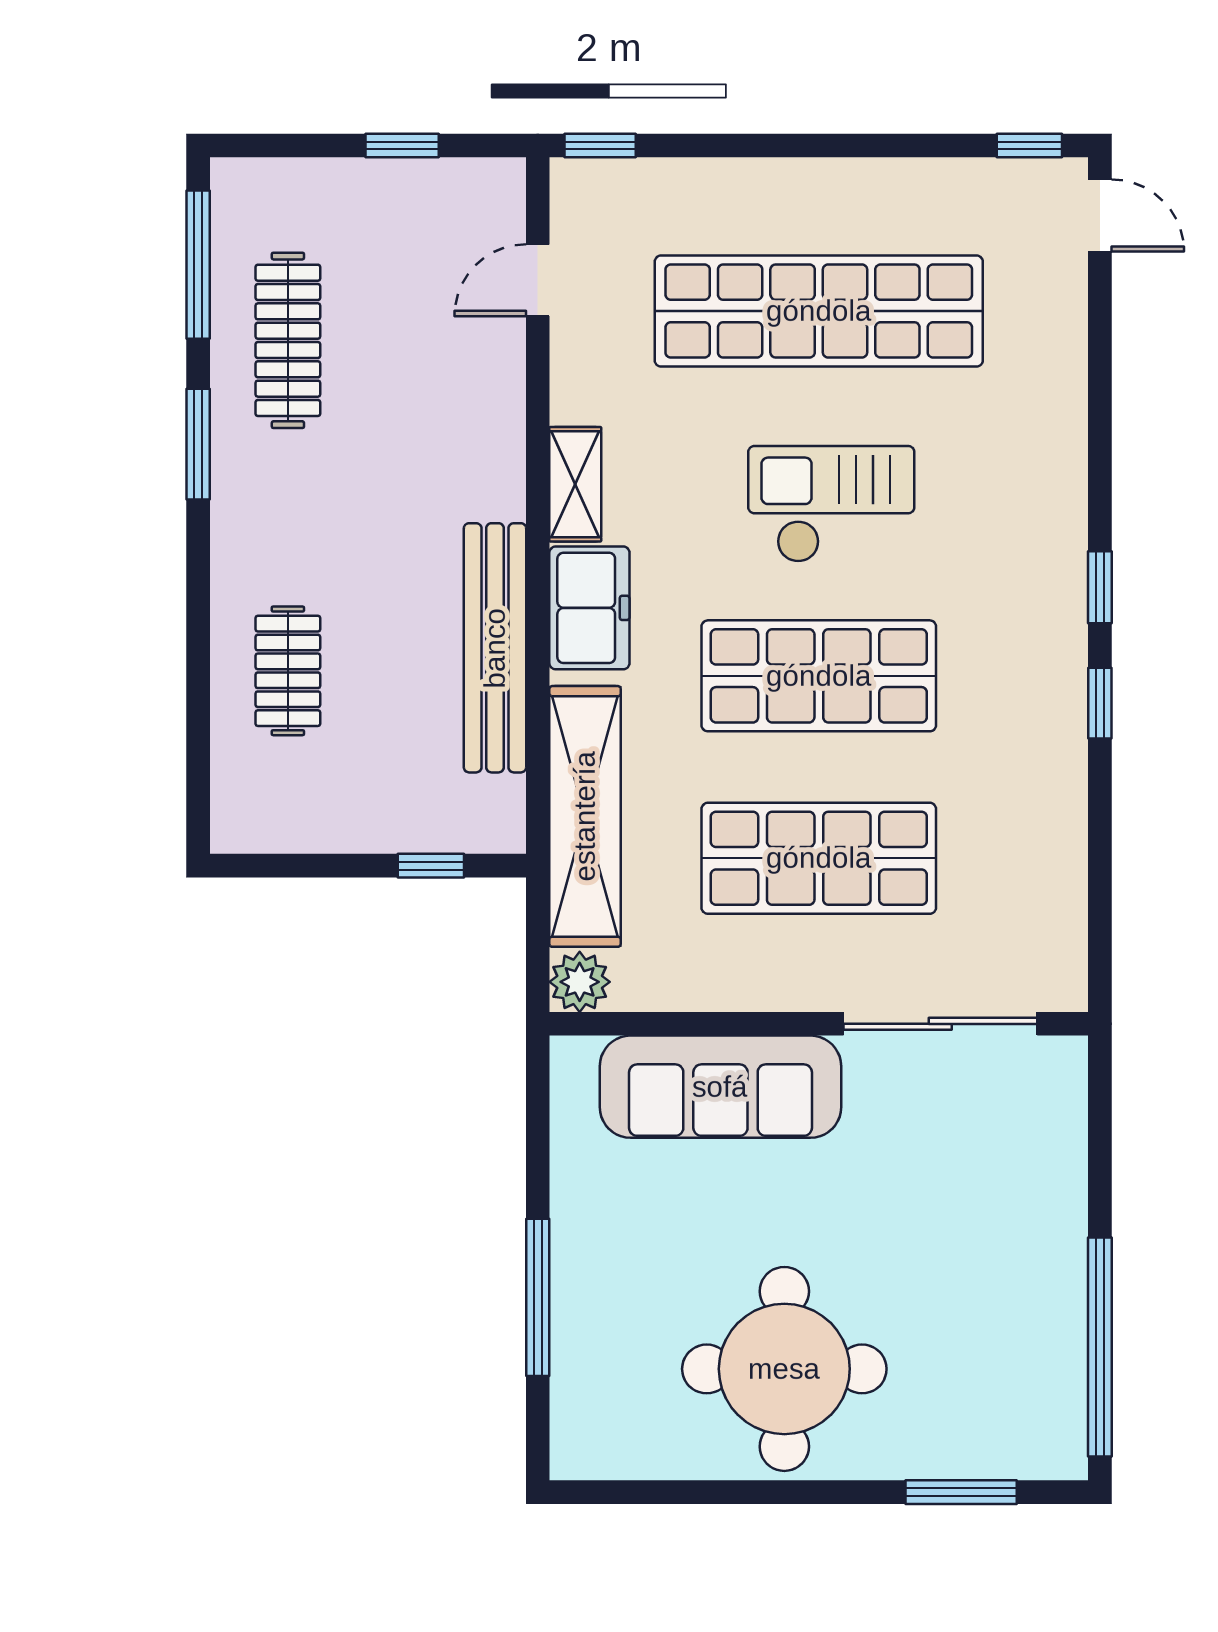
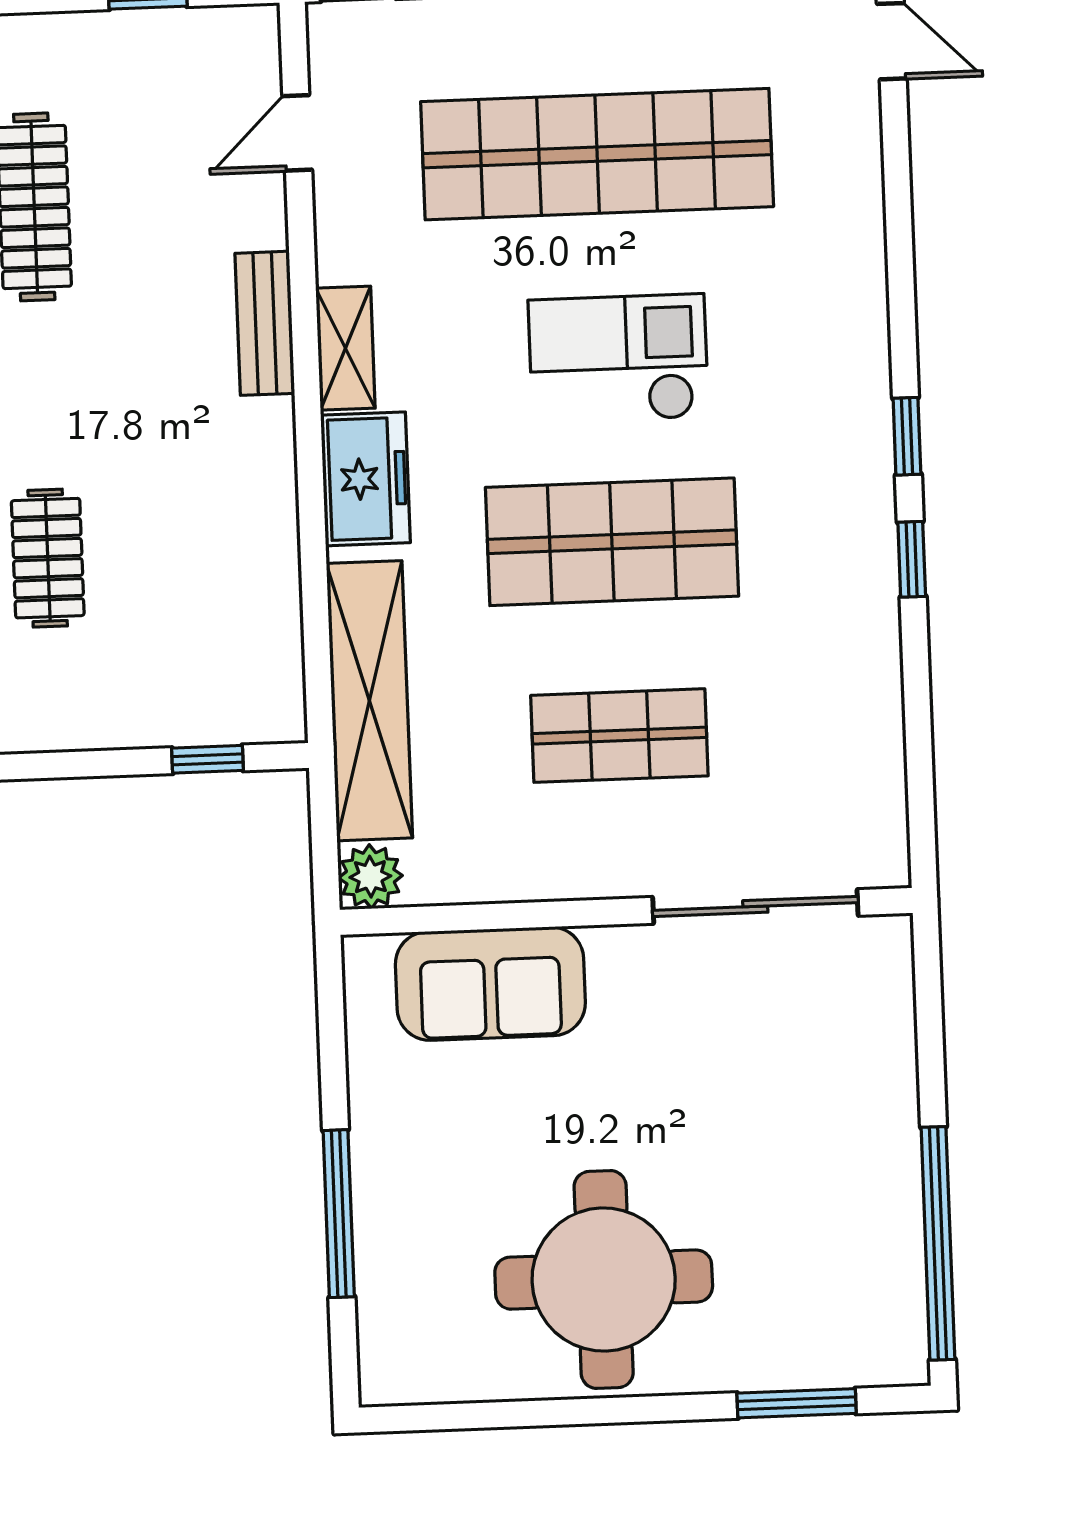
bench: (495, 648) -> (265, 323), moved, width x0.54, depth x0.82
shop shelf: (819, 858) -> (619, 736), width x0.70, depth x0.74
sofa: (720, 1087) -> (490, 984), width x0.73

